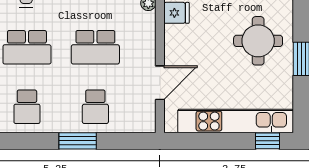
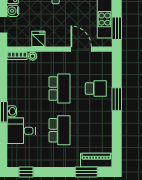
school desk: (27, 107) -> (96, 130), removed
window: (194, 141) -> (117, 28), added

